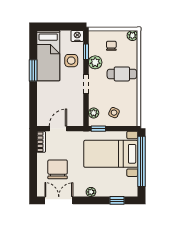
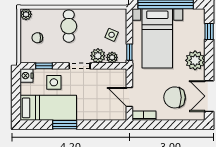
plant: (95, 62) -> (98, 56), moved
plant: (91, 192) -> (195, 60), width x1.88, depth x1.88

